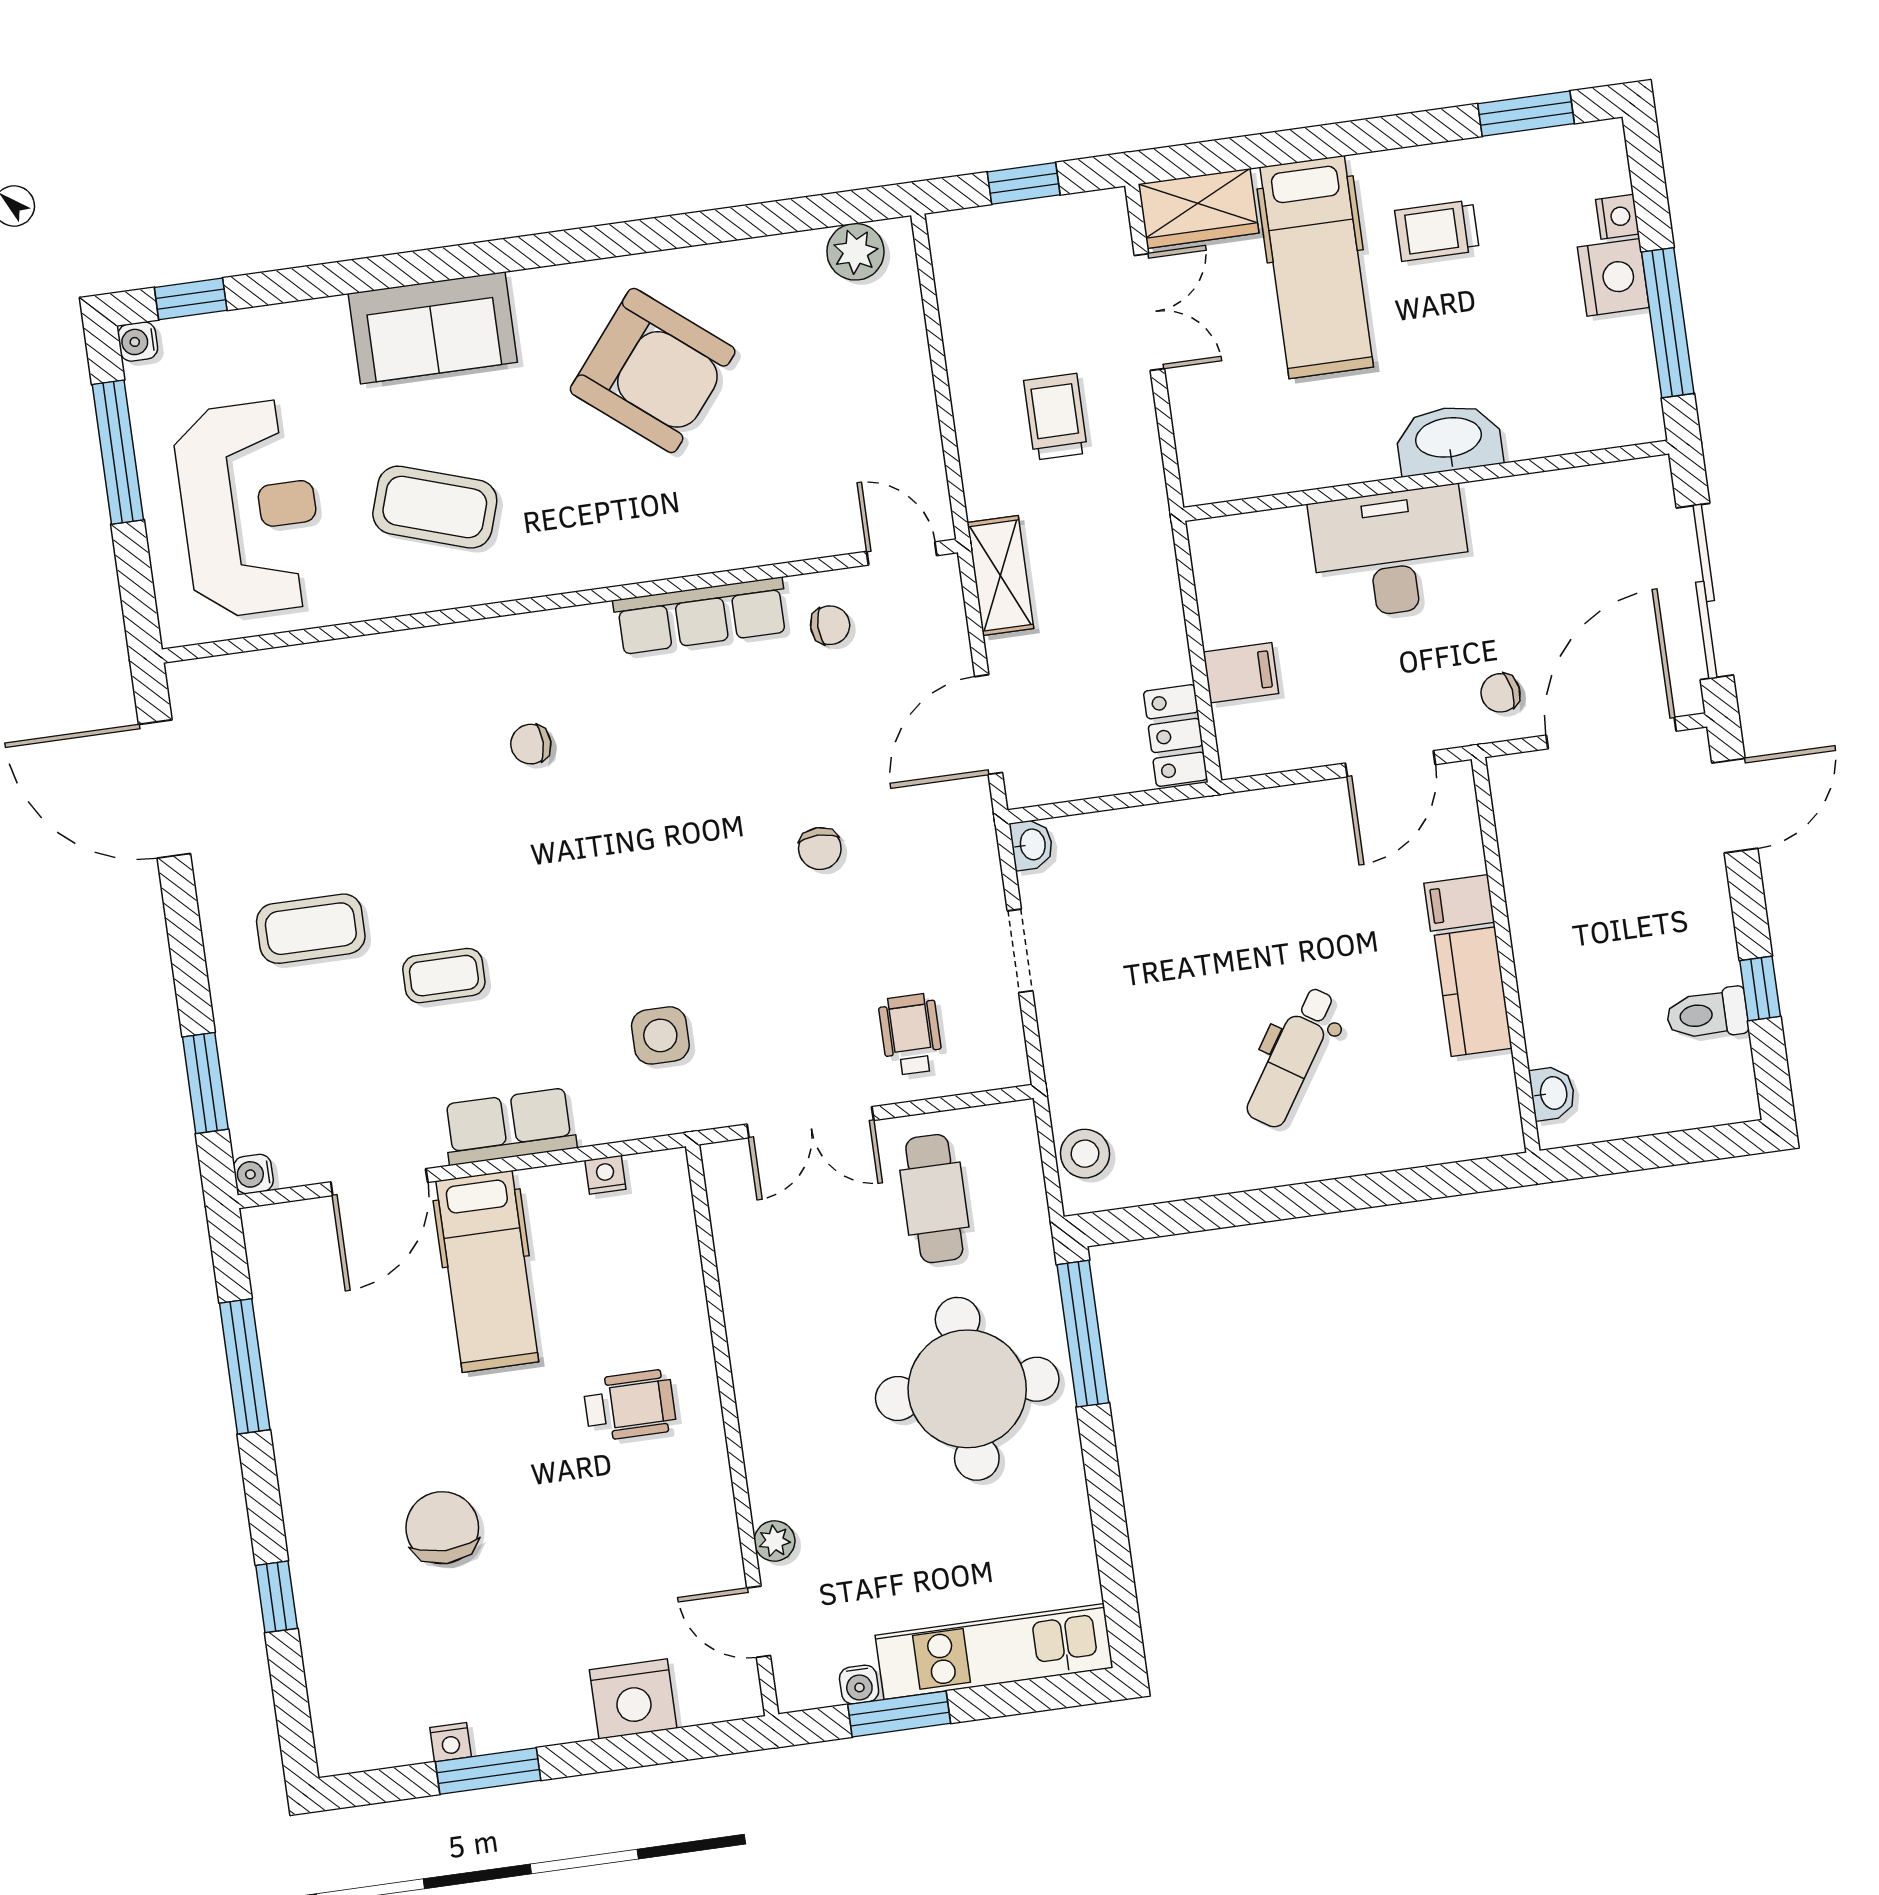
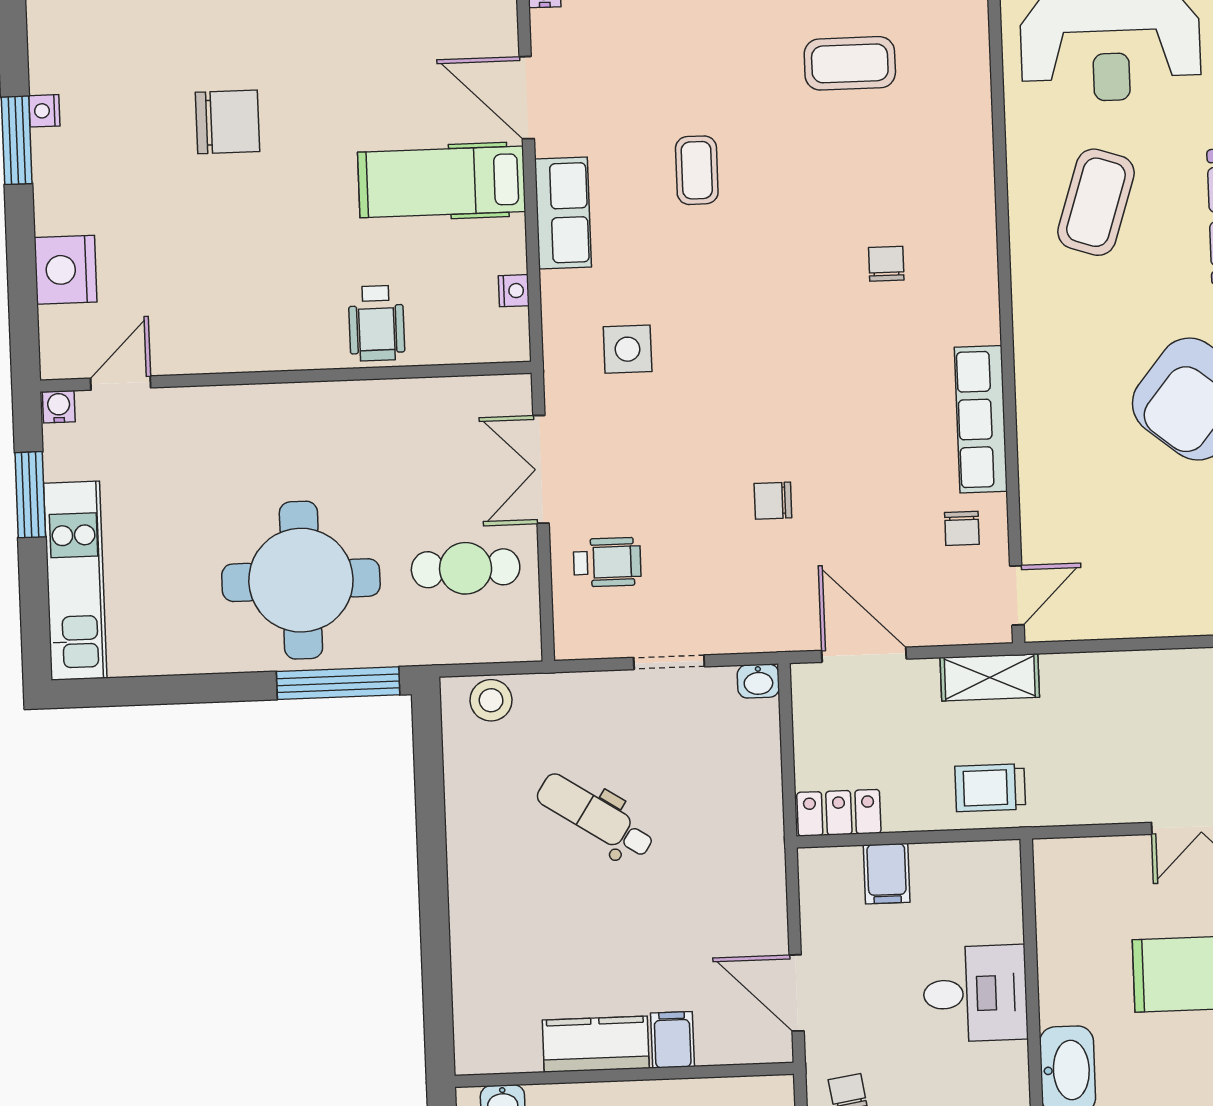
trolley: (1056, 417) -> (990, 788), moved, turned 180
desk: (1391, 553) -> (975, 994), width x0.73
coffee table: (311, 929) -> (850, 63), moved, turned 90
dental chair: (1292, 1057) -> (595, 816), moved
wheelchair: (630, 1405) -> (376, 323), moved
plant: (775, 1541) -> (188, 403), removed
water cooler: (859, 1685) -> (59, 407), moved, turned 90

